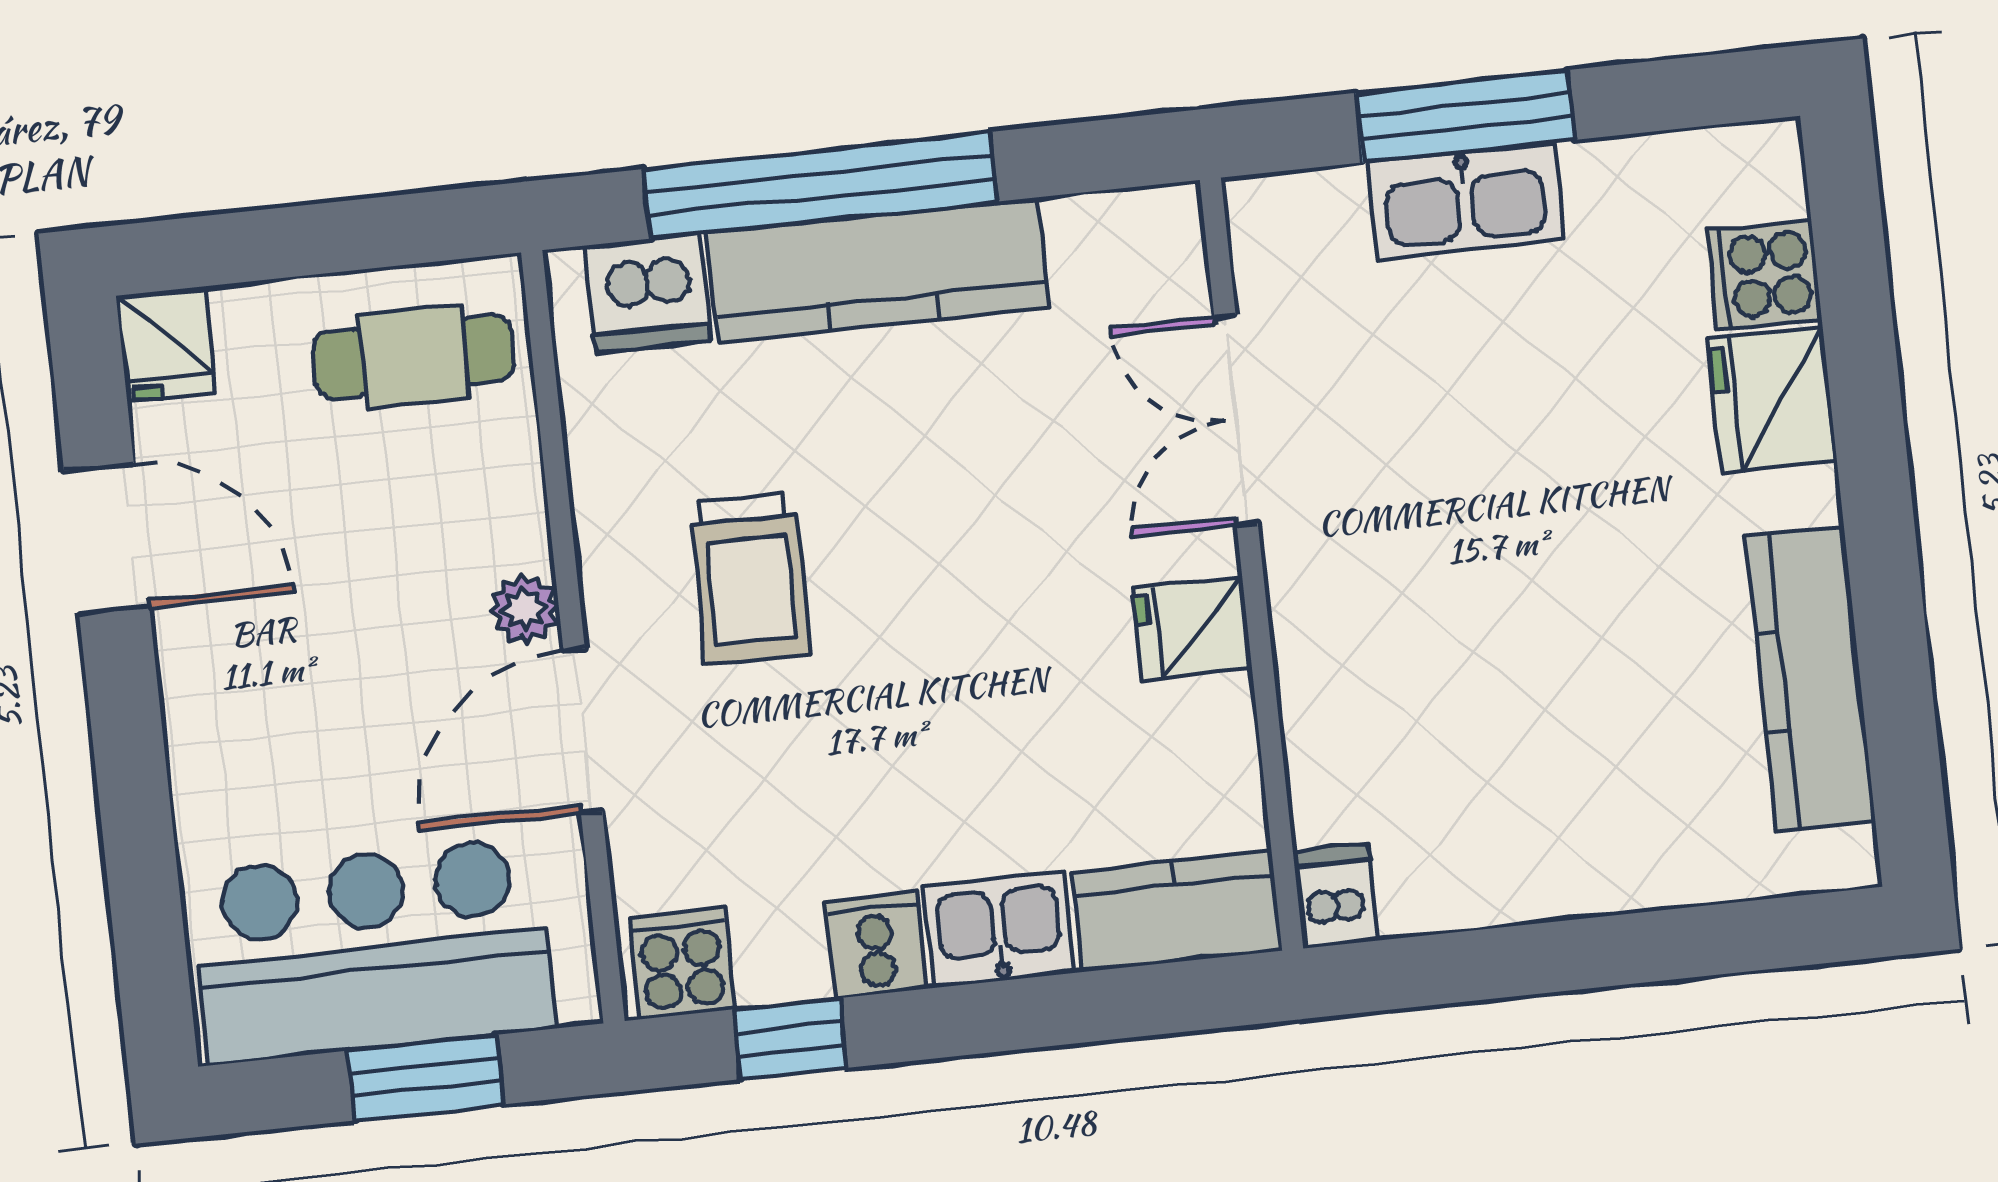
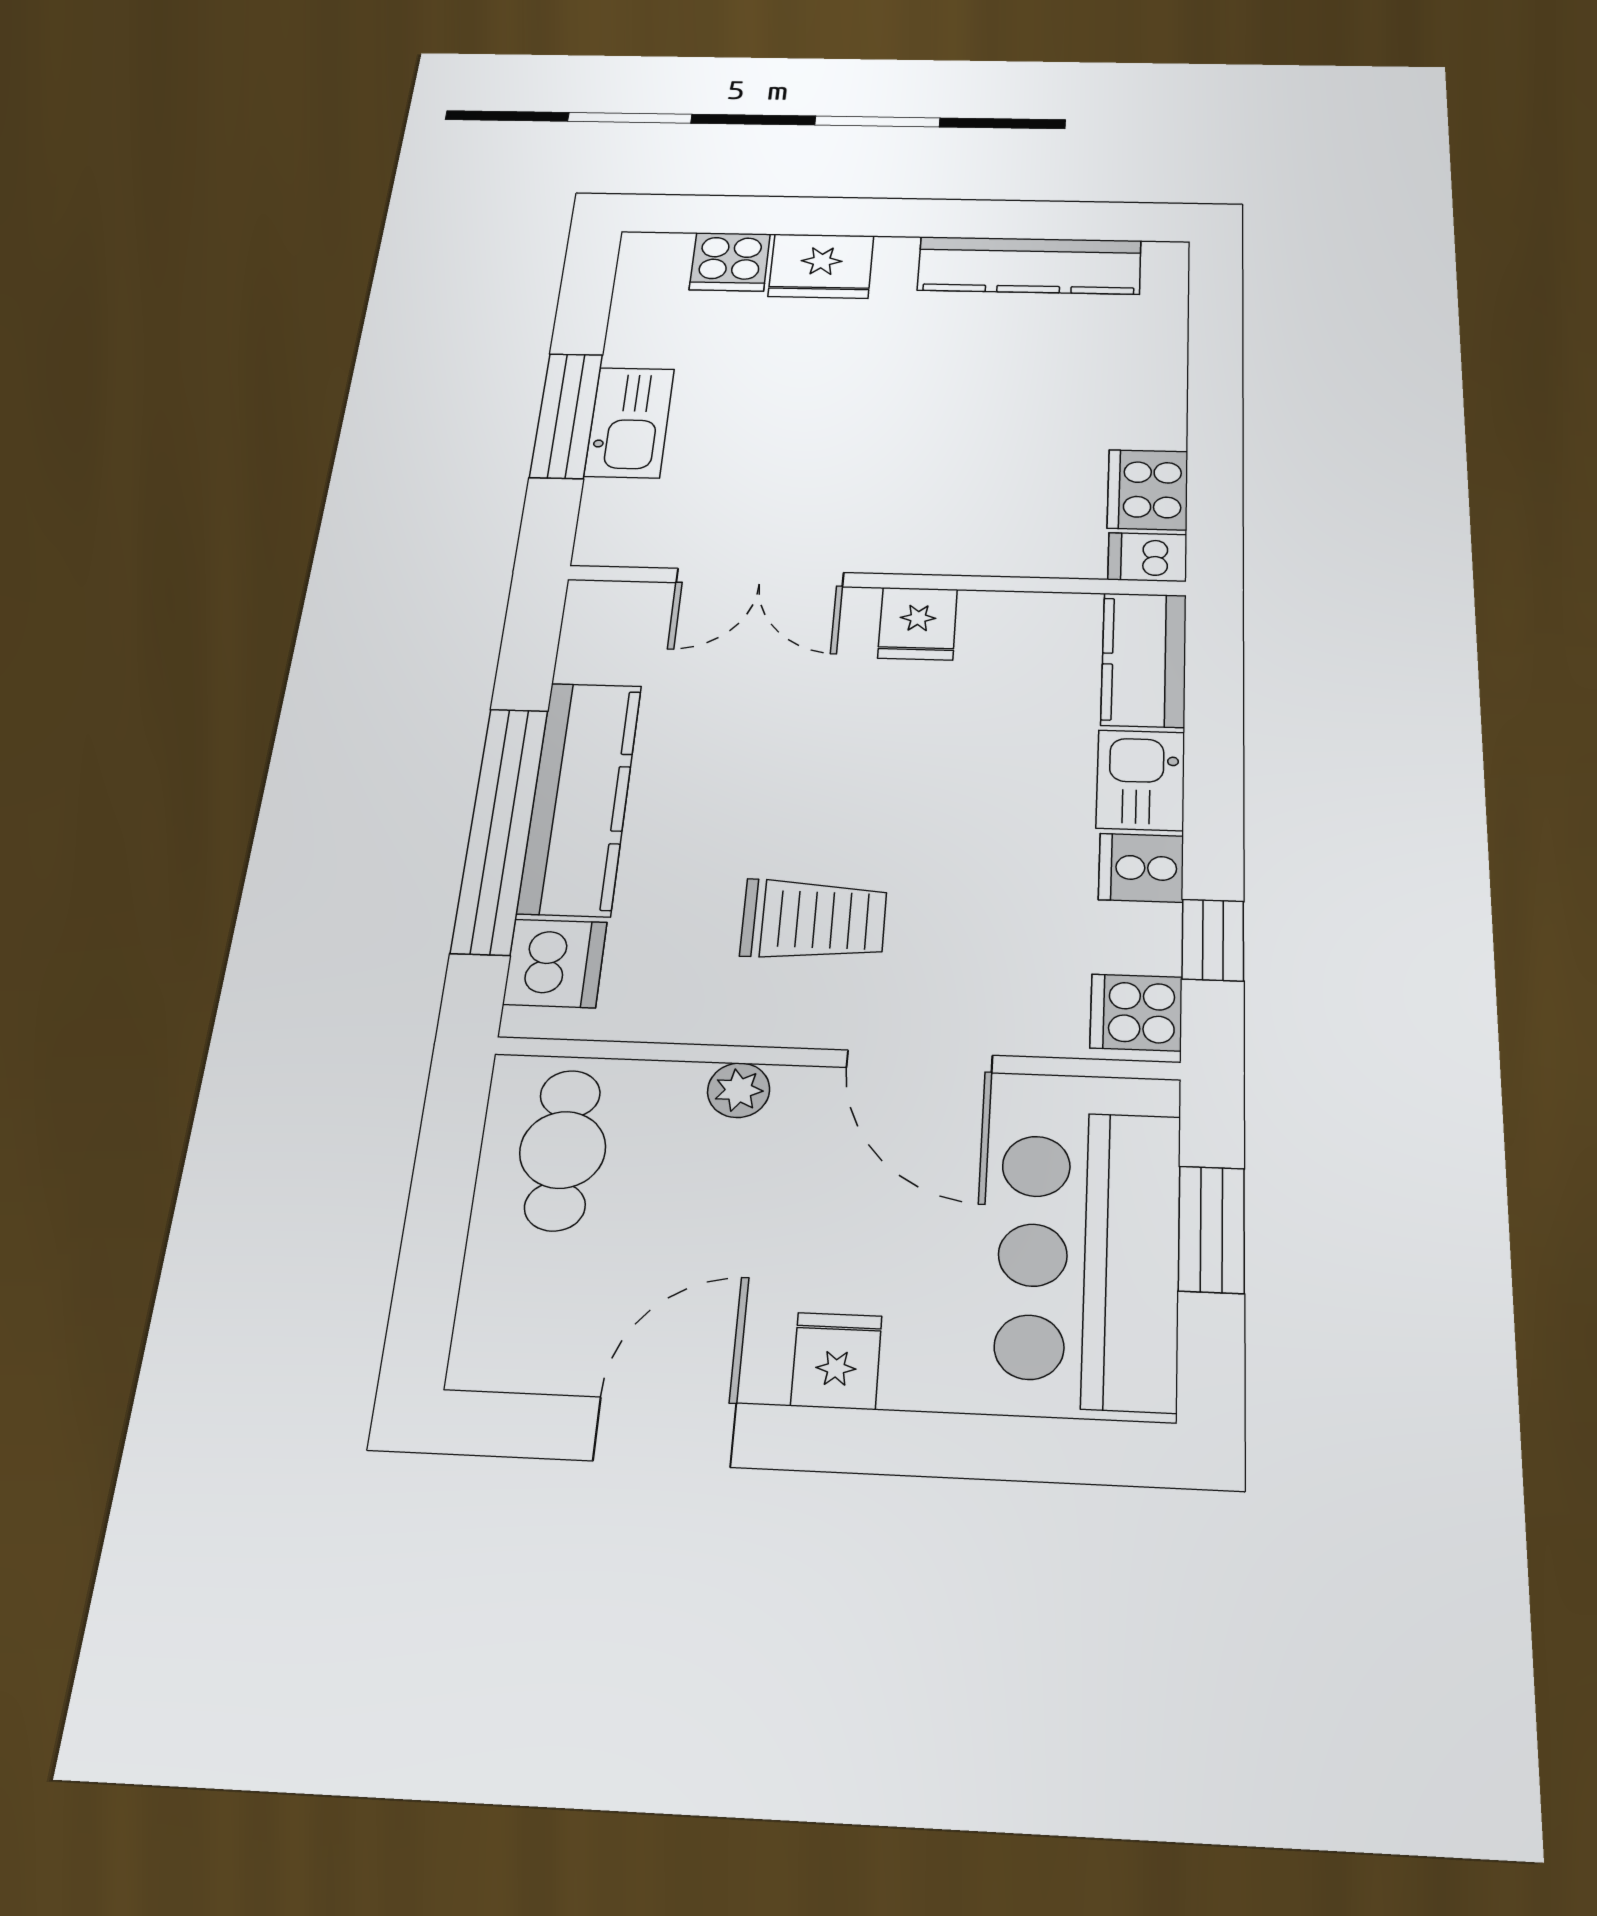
fridge: (166, 344) -> (836, 1361), moved, turned -90
plant: (524, 609) -> (739, 1090), moved
cooker: (1444, 883) -> (1148, 490), added

